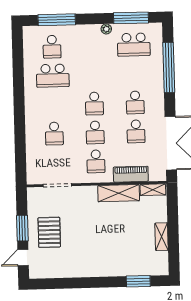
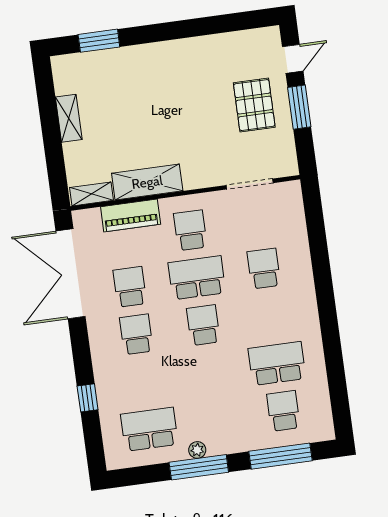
window: (131, 18) -> (199, 467), moved
window: (169, 68) -> (88, 398), width x0.32
school desk: (95, 132) -> (197, 278), width x1.85

